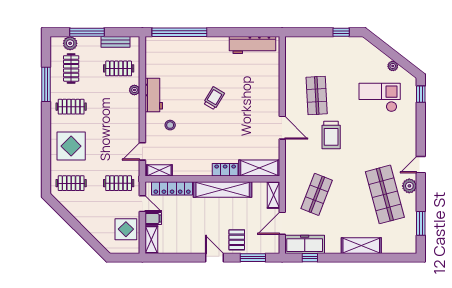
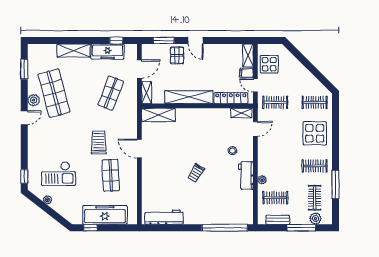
freezer: (324, 48) -> (105, 215), added
locker: (225, 170) -> (187, 114), removed
freezer: (305, 244) -> (108, 52), moved

